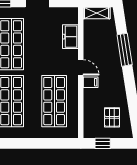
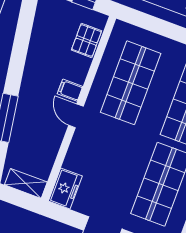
freezer: (70, 37) -> (65, 189), moved
pallet: (112, 117) -> (87, 40), moved

